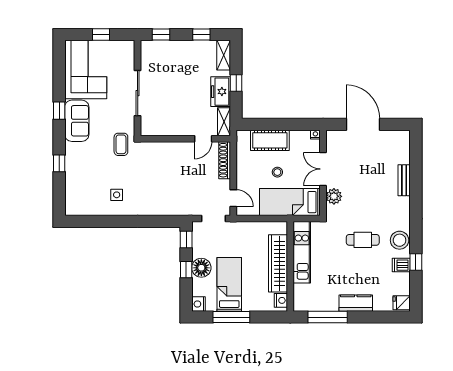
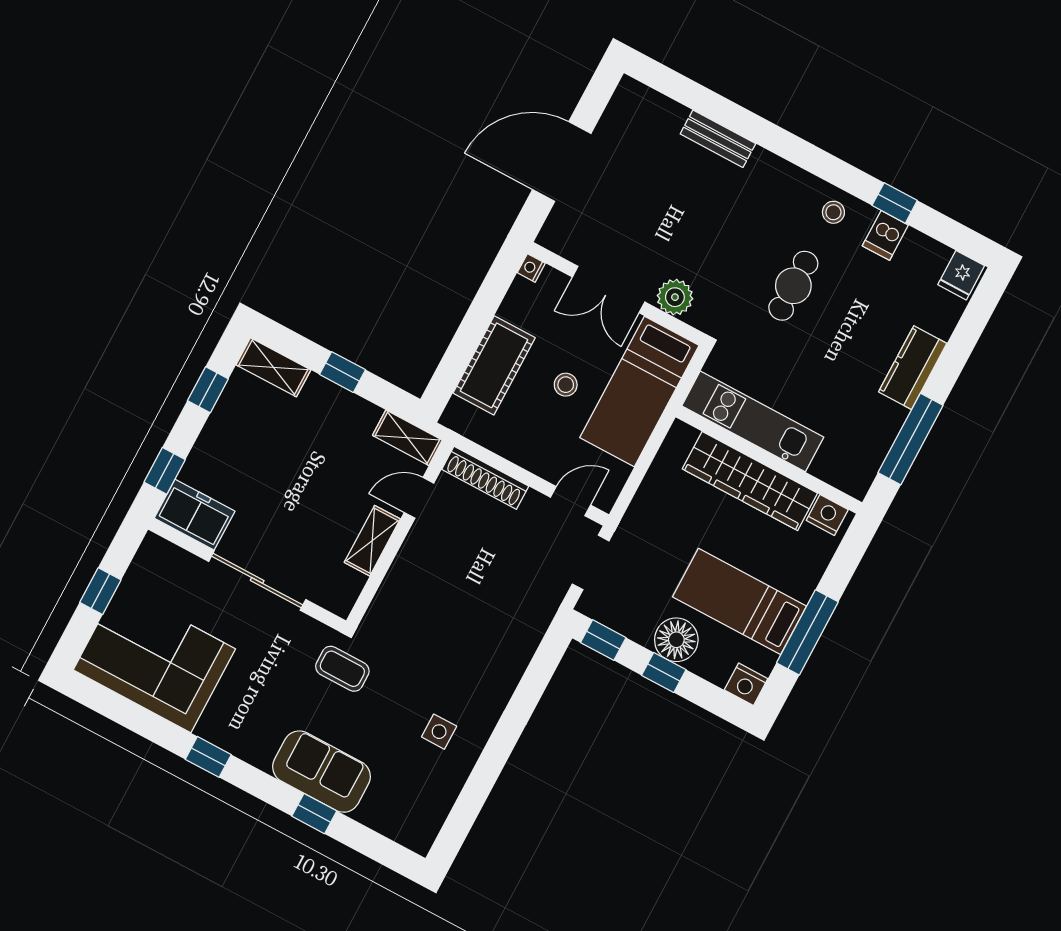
freezer: (221, 92) -> (195, 515), moved, turned 180
sofa: (77, 121) -> (321, 772), moved
shelving: (177, 129) -> (372, 541), added
door: (203, 139) -> (419, 498), swing flipped
stool: (400, 240) -> (833, 212), width x0.53, depth x0.53

